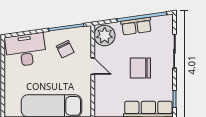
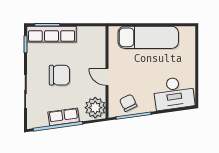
chair: (65, 49) -> (128, 103), moved

